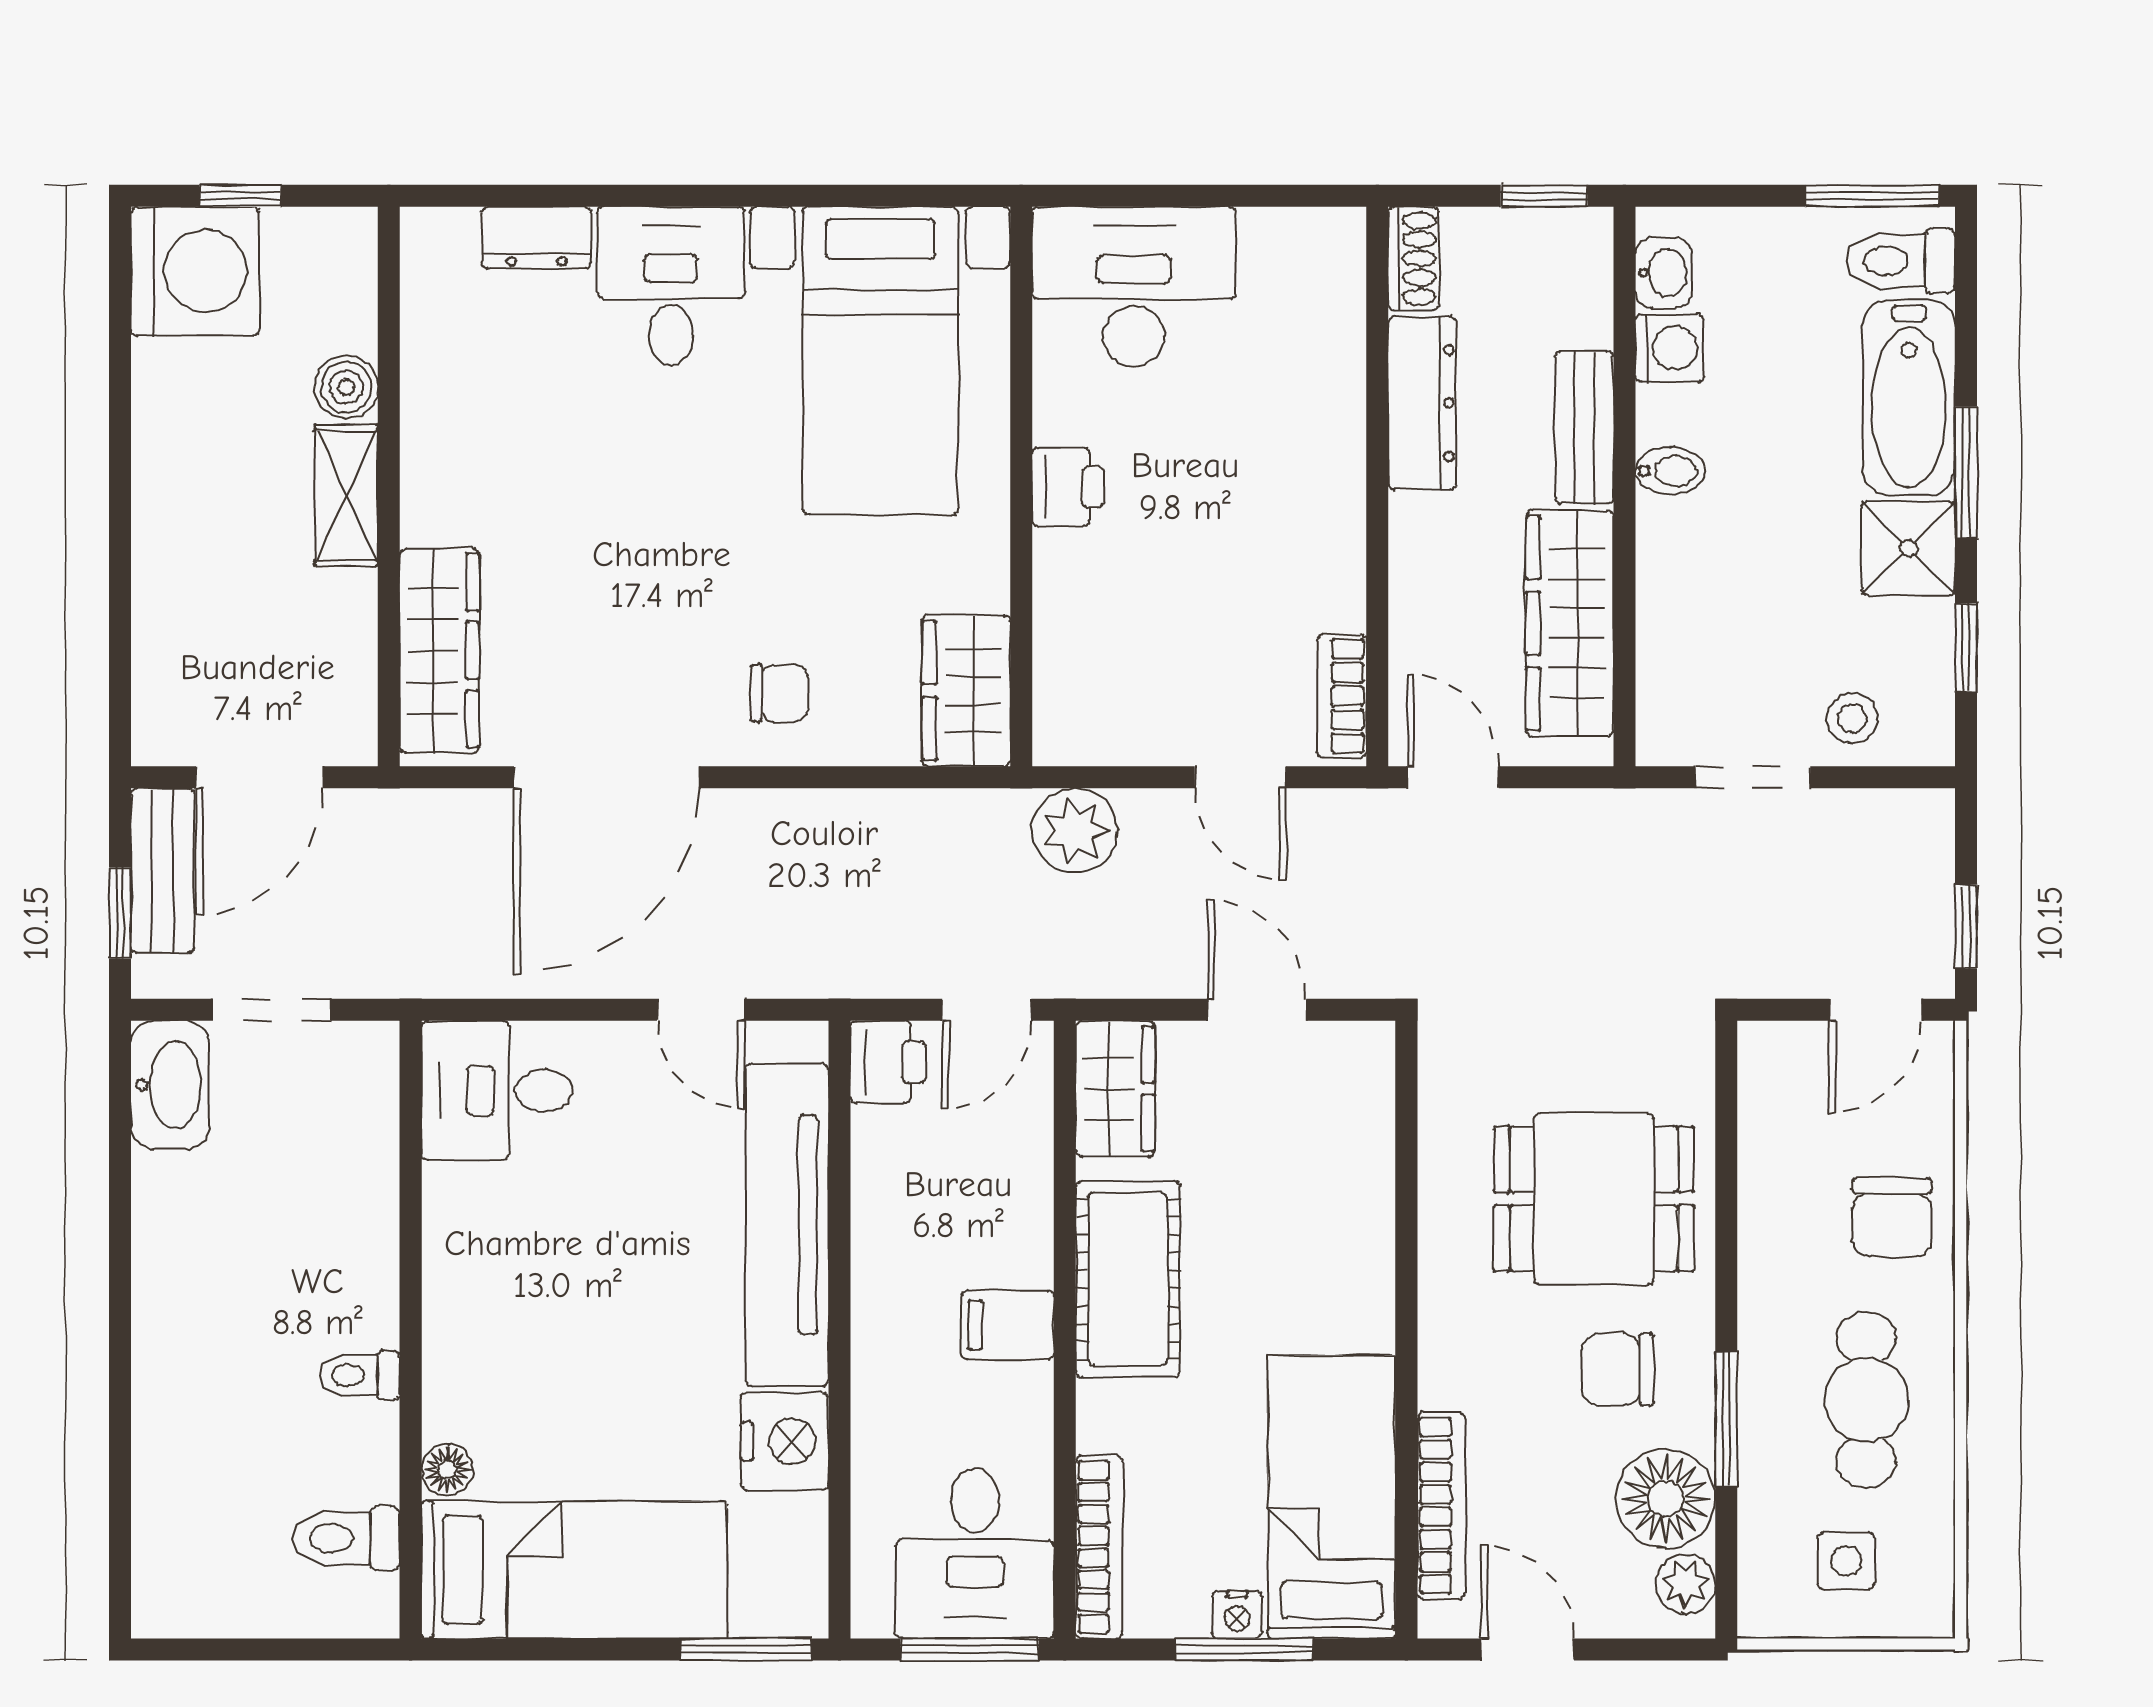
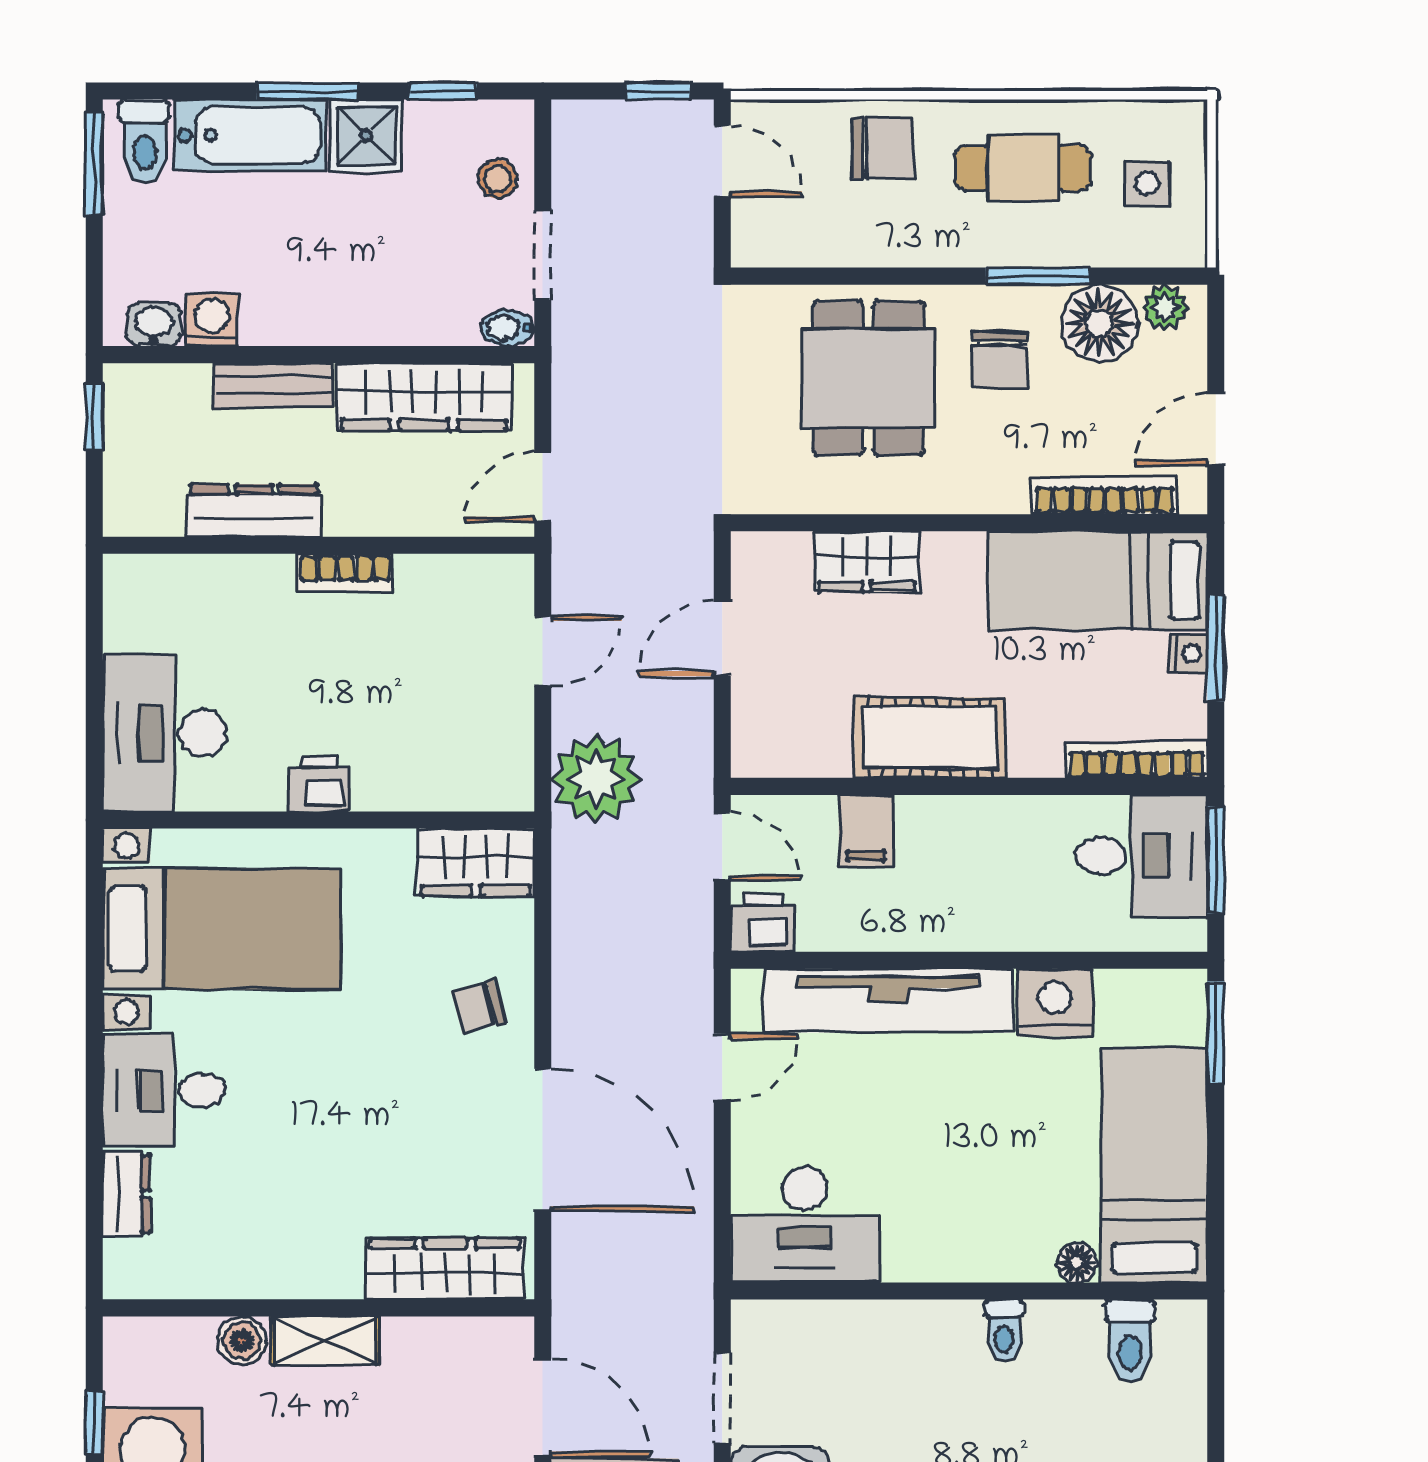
shoe rack: (1413, 259) -> (143, 517), removed
bidet: (1670, 471) -> (508, 328), moved, turned -90
chair: (779, 693) -> (478, 1007), turned -105
bookcase: (1342, 696) -> (346, 573), moved
plant: (1075, 831) -> (596, 779), width x1.36, depth x1.36
wardrobe: (1115, 1089) -> (867, 562), moved, turned 180
desk: (497, 1091) -> (805, 1225), width x1.37
filing cabinet: (1007, 1325) -> (866, 831), moved

